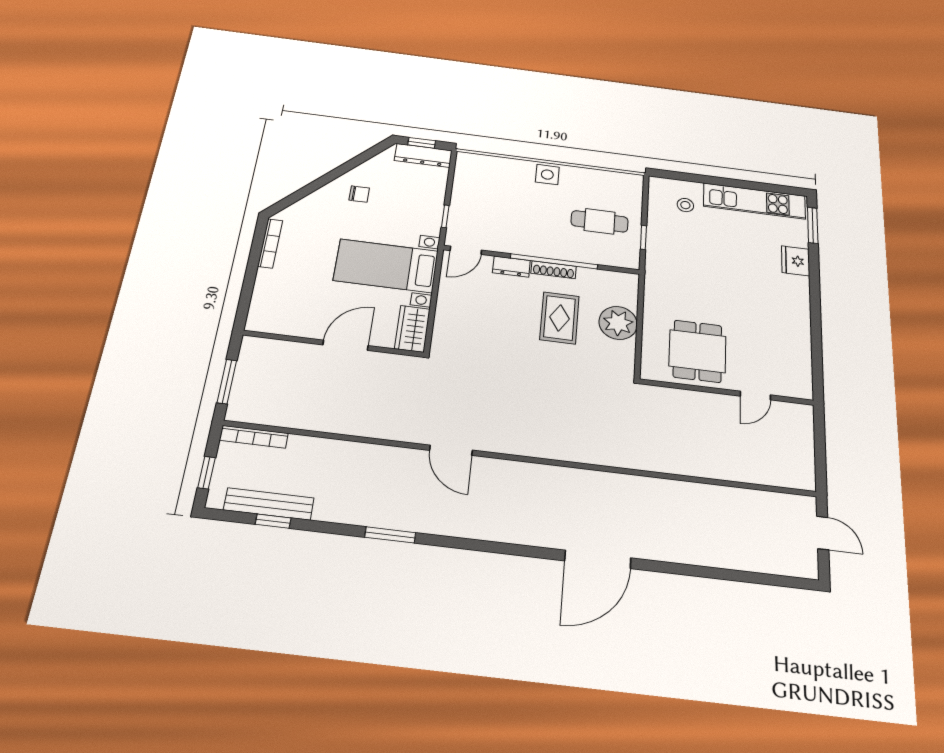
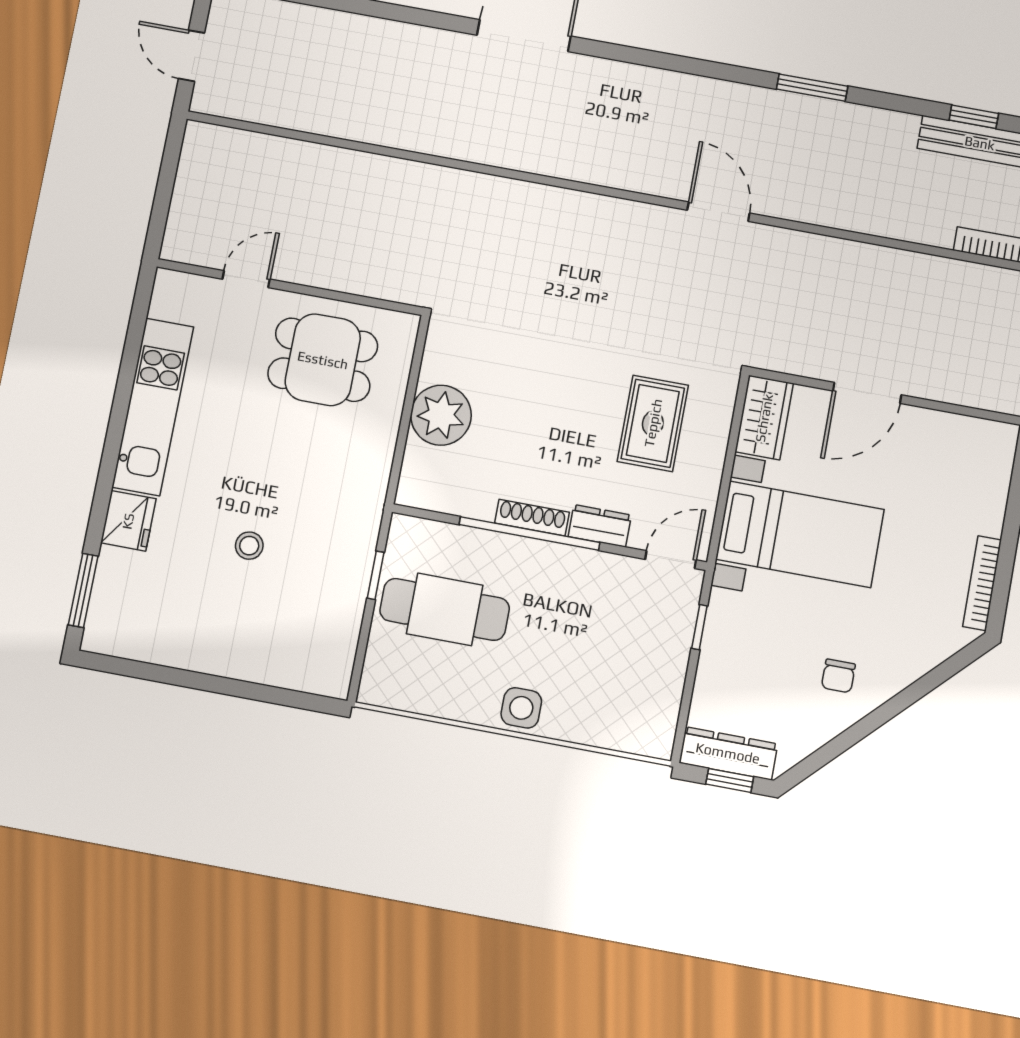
chair: (359, 194) -> (838, 676), turned -90
kitchen unit: (754, 201) -> (153, 407), moved, turned 90
stool: (685, 205) -> (249, 546), moved
cafe table: (600, 221) -> (445, 609), width x1.37, depth x1.35
rug: (560, 318) -> (653, 423), moved
dining table: (697, 351) -> (323, 360), turned 90

